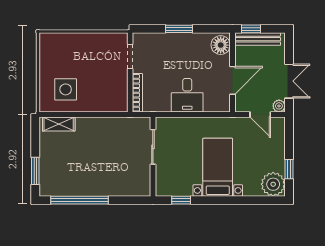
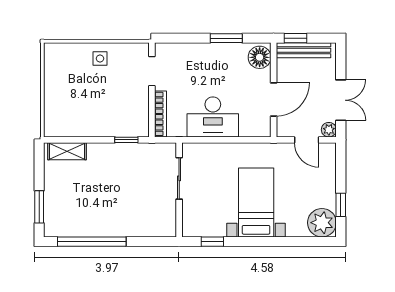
window: (179, 29) -> (226, 38), moved
side table: (66, 89) -> (100, 59), moved, width x0.54, depth x0.54
desk: (187, 95) -> (213, 117), width x1.37
window: (109, 114) -> (126, 140), added

